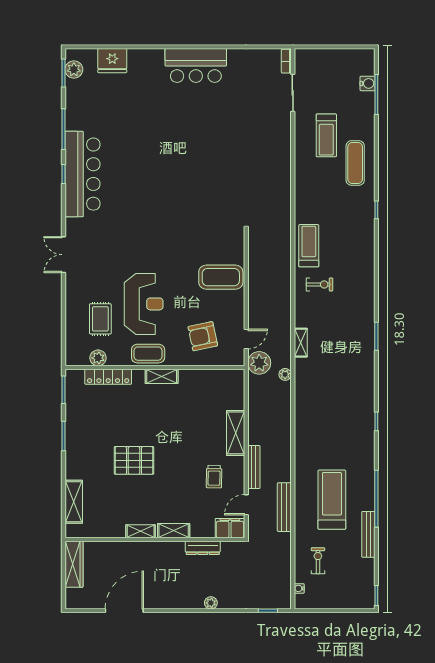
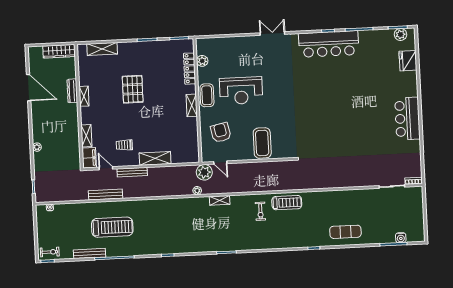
treadmill: (326, 135) -> (364, 211), removed
rug: (100, 319) -> (229, 61), removed
shelving: (174, 531) -> (86, 136), moved
dresser: (203, 548) -> (72, 91), moved
exercise bike: (318, 561) -> (50, 252), moved

